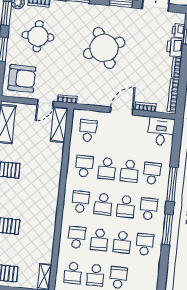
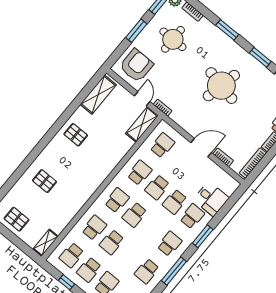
round table: (104, 48) -> (221, 86), turned 38
armchair: (22, 78) -> (136, 65), turned -90
door: (45, 103) -> (142, 99), swing flipped
desk: (161, 131) -> (211, 199), moved, turned 90
window: (172, 184) -> (203, 236), width x0.69
school desk: (126, 206) -> (152, 229), removed
school desk: (122, 242) -> (129, 257), removed
school desk: (145, 244) -> (147, 271), turned 180

